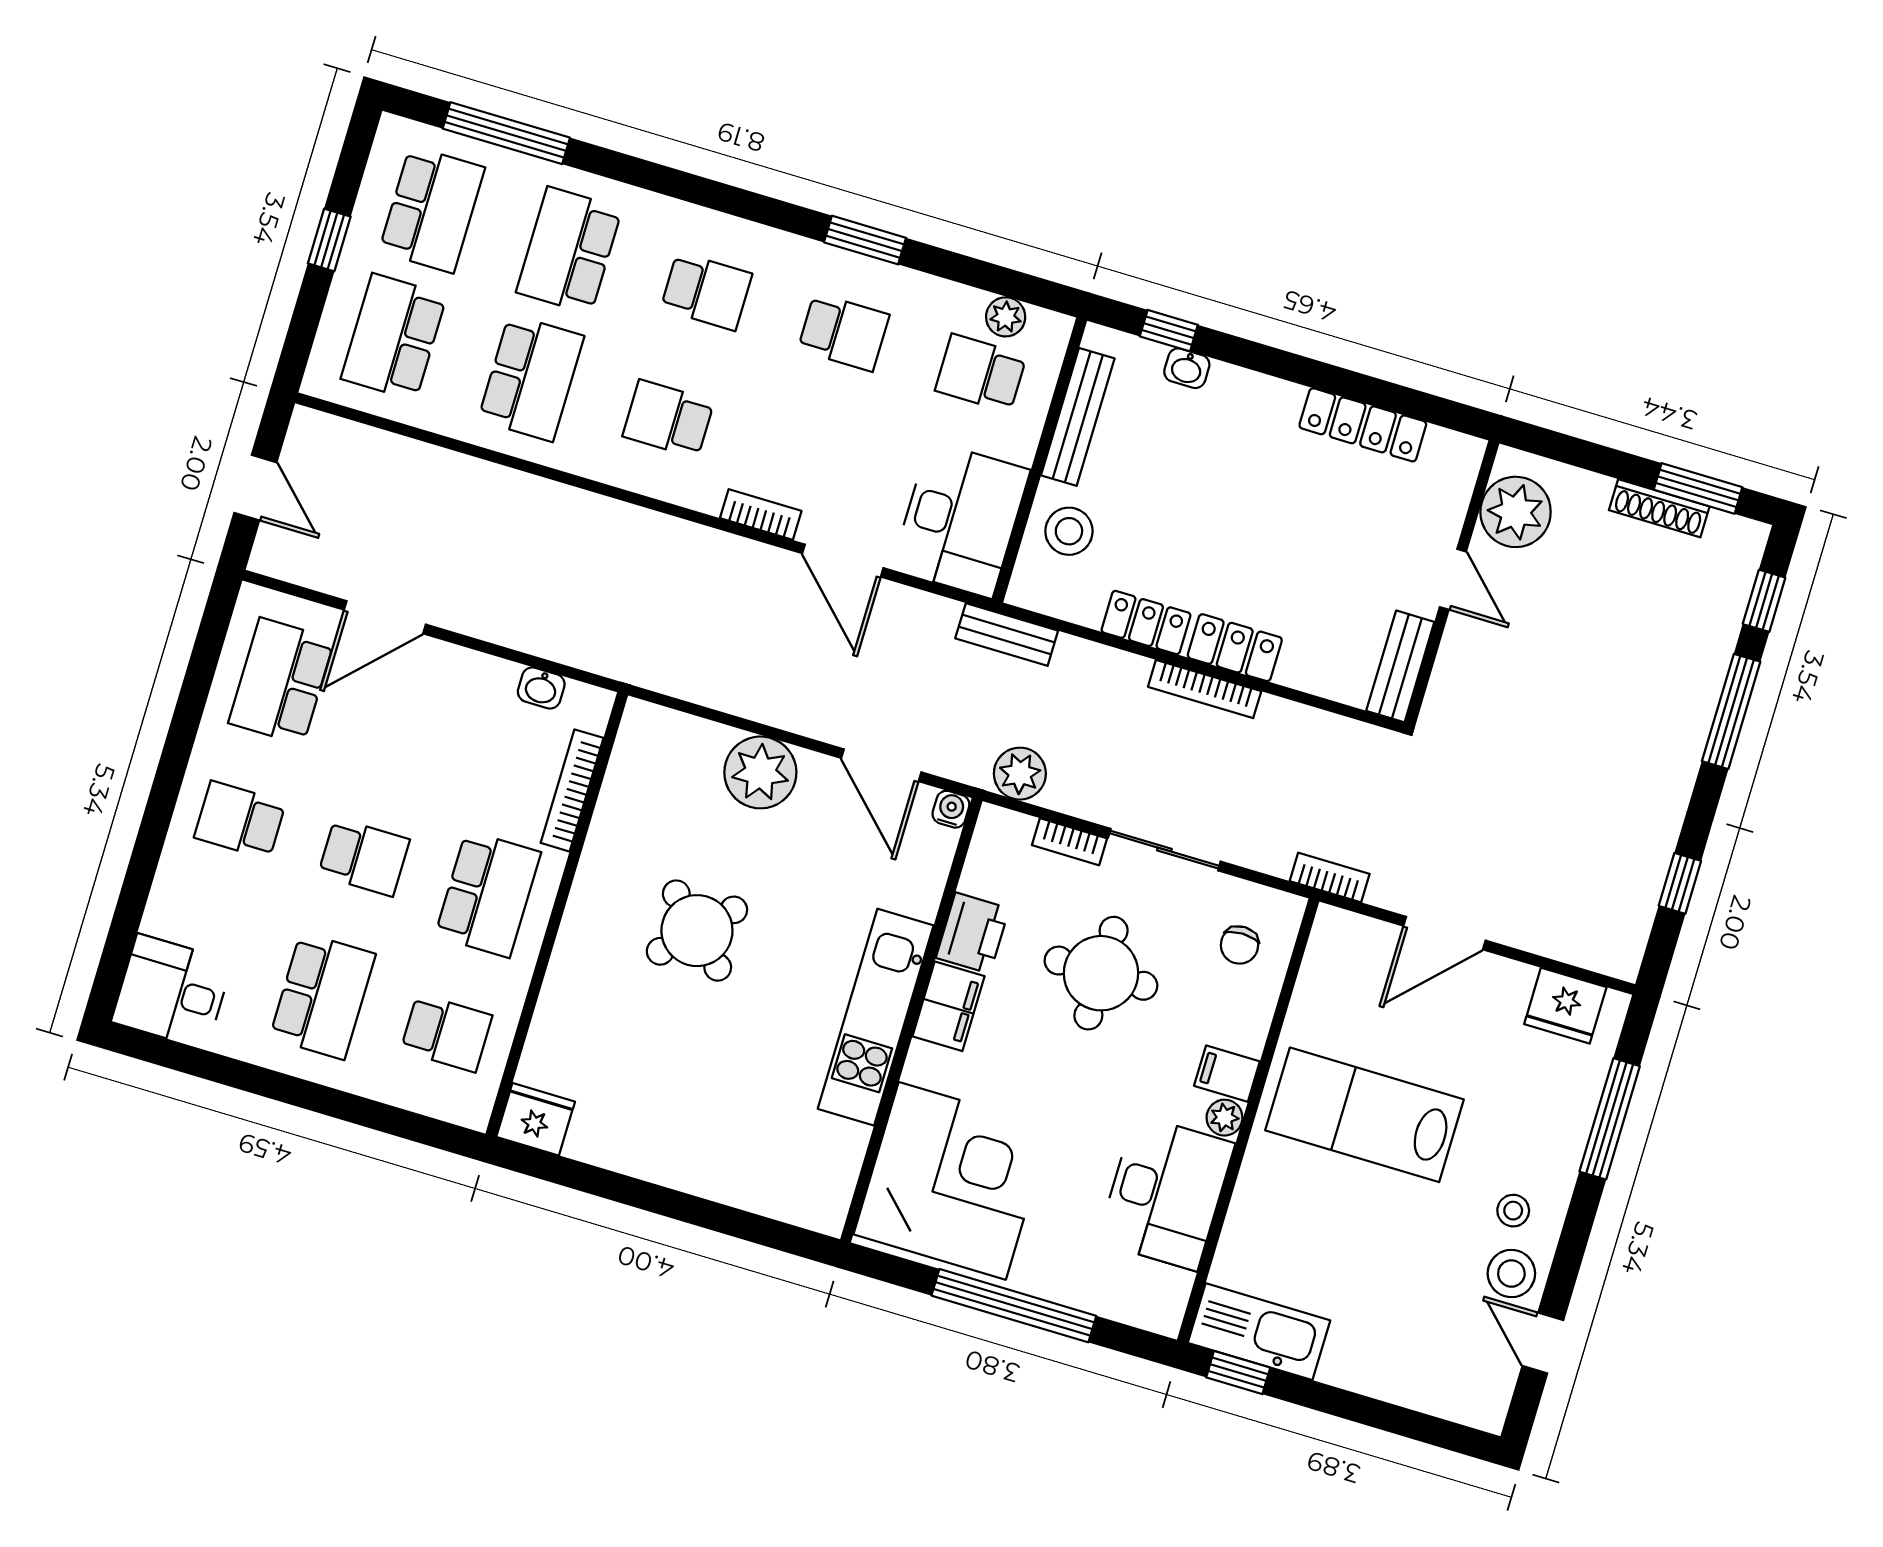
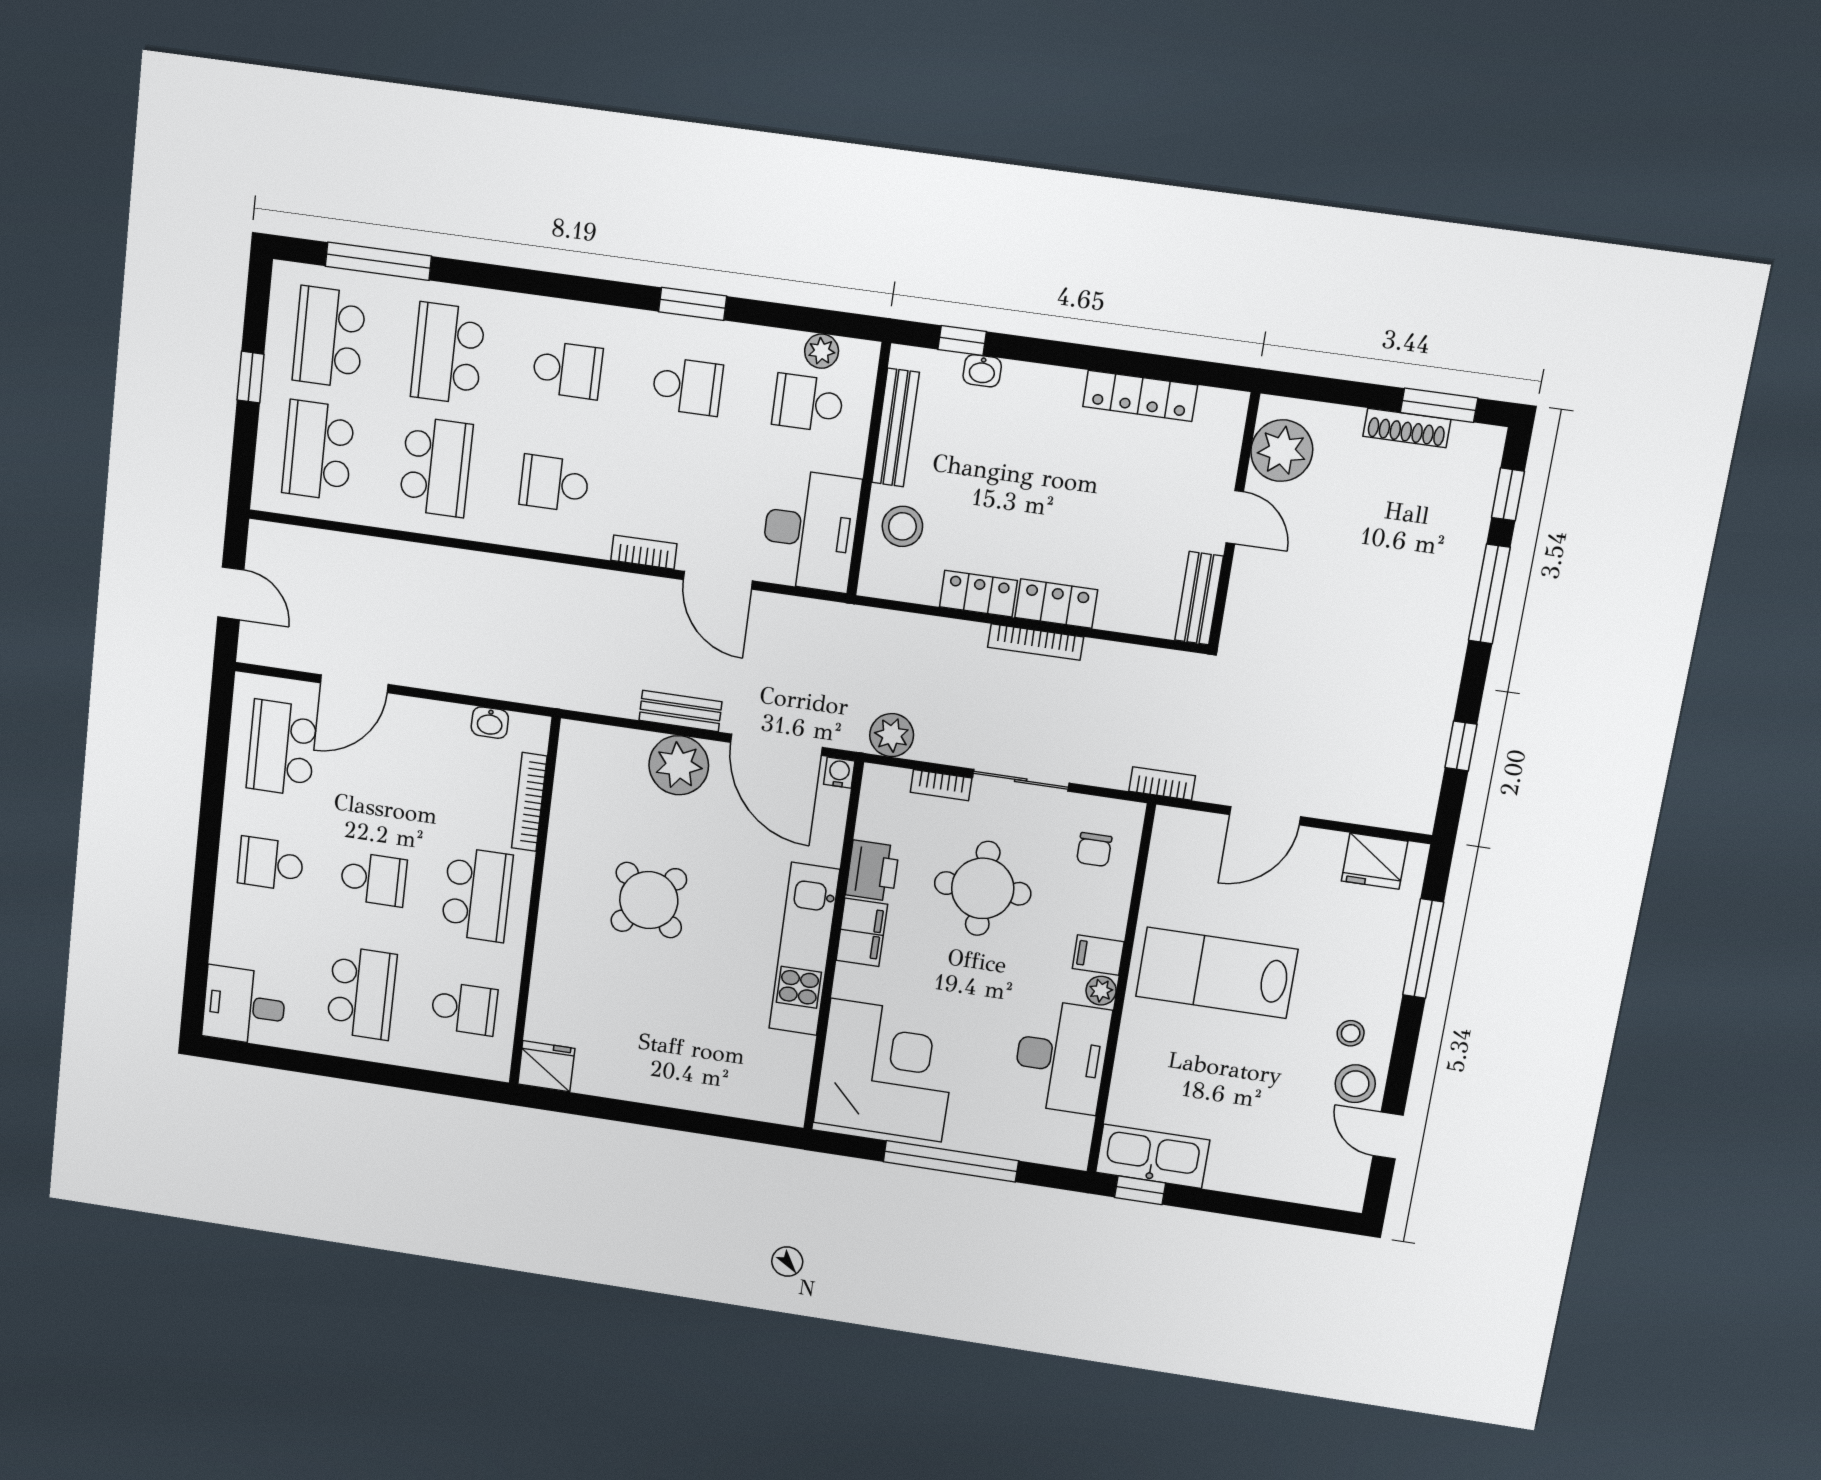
school desk: (432, 209) -> (329, 337), turned 180
bench: (1007, 635) -> (680, 711), moved
door: (881, 765) -> (776, 745), width x1.36

